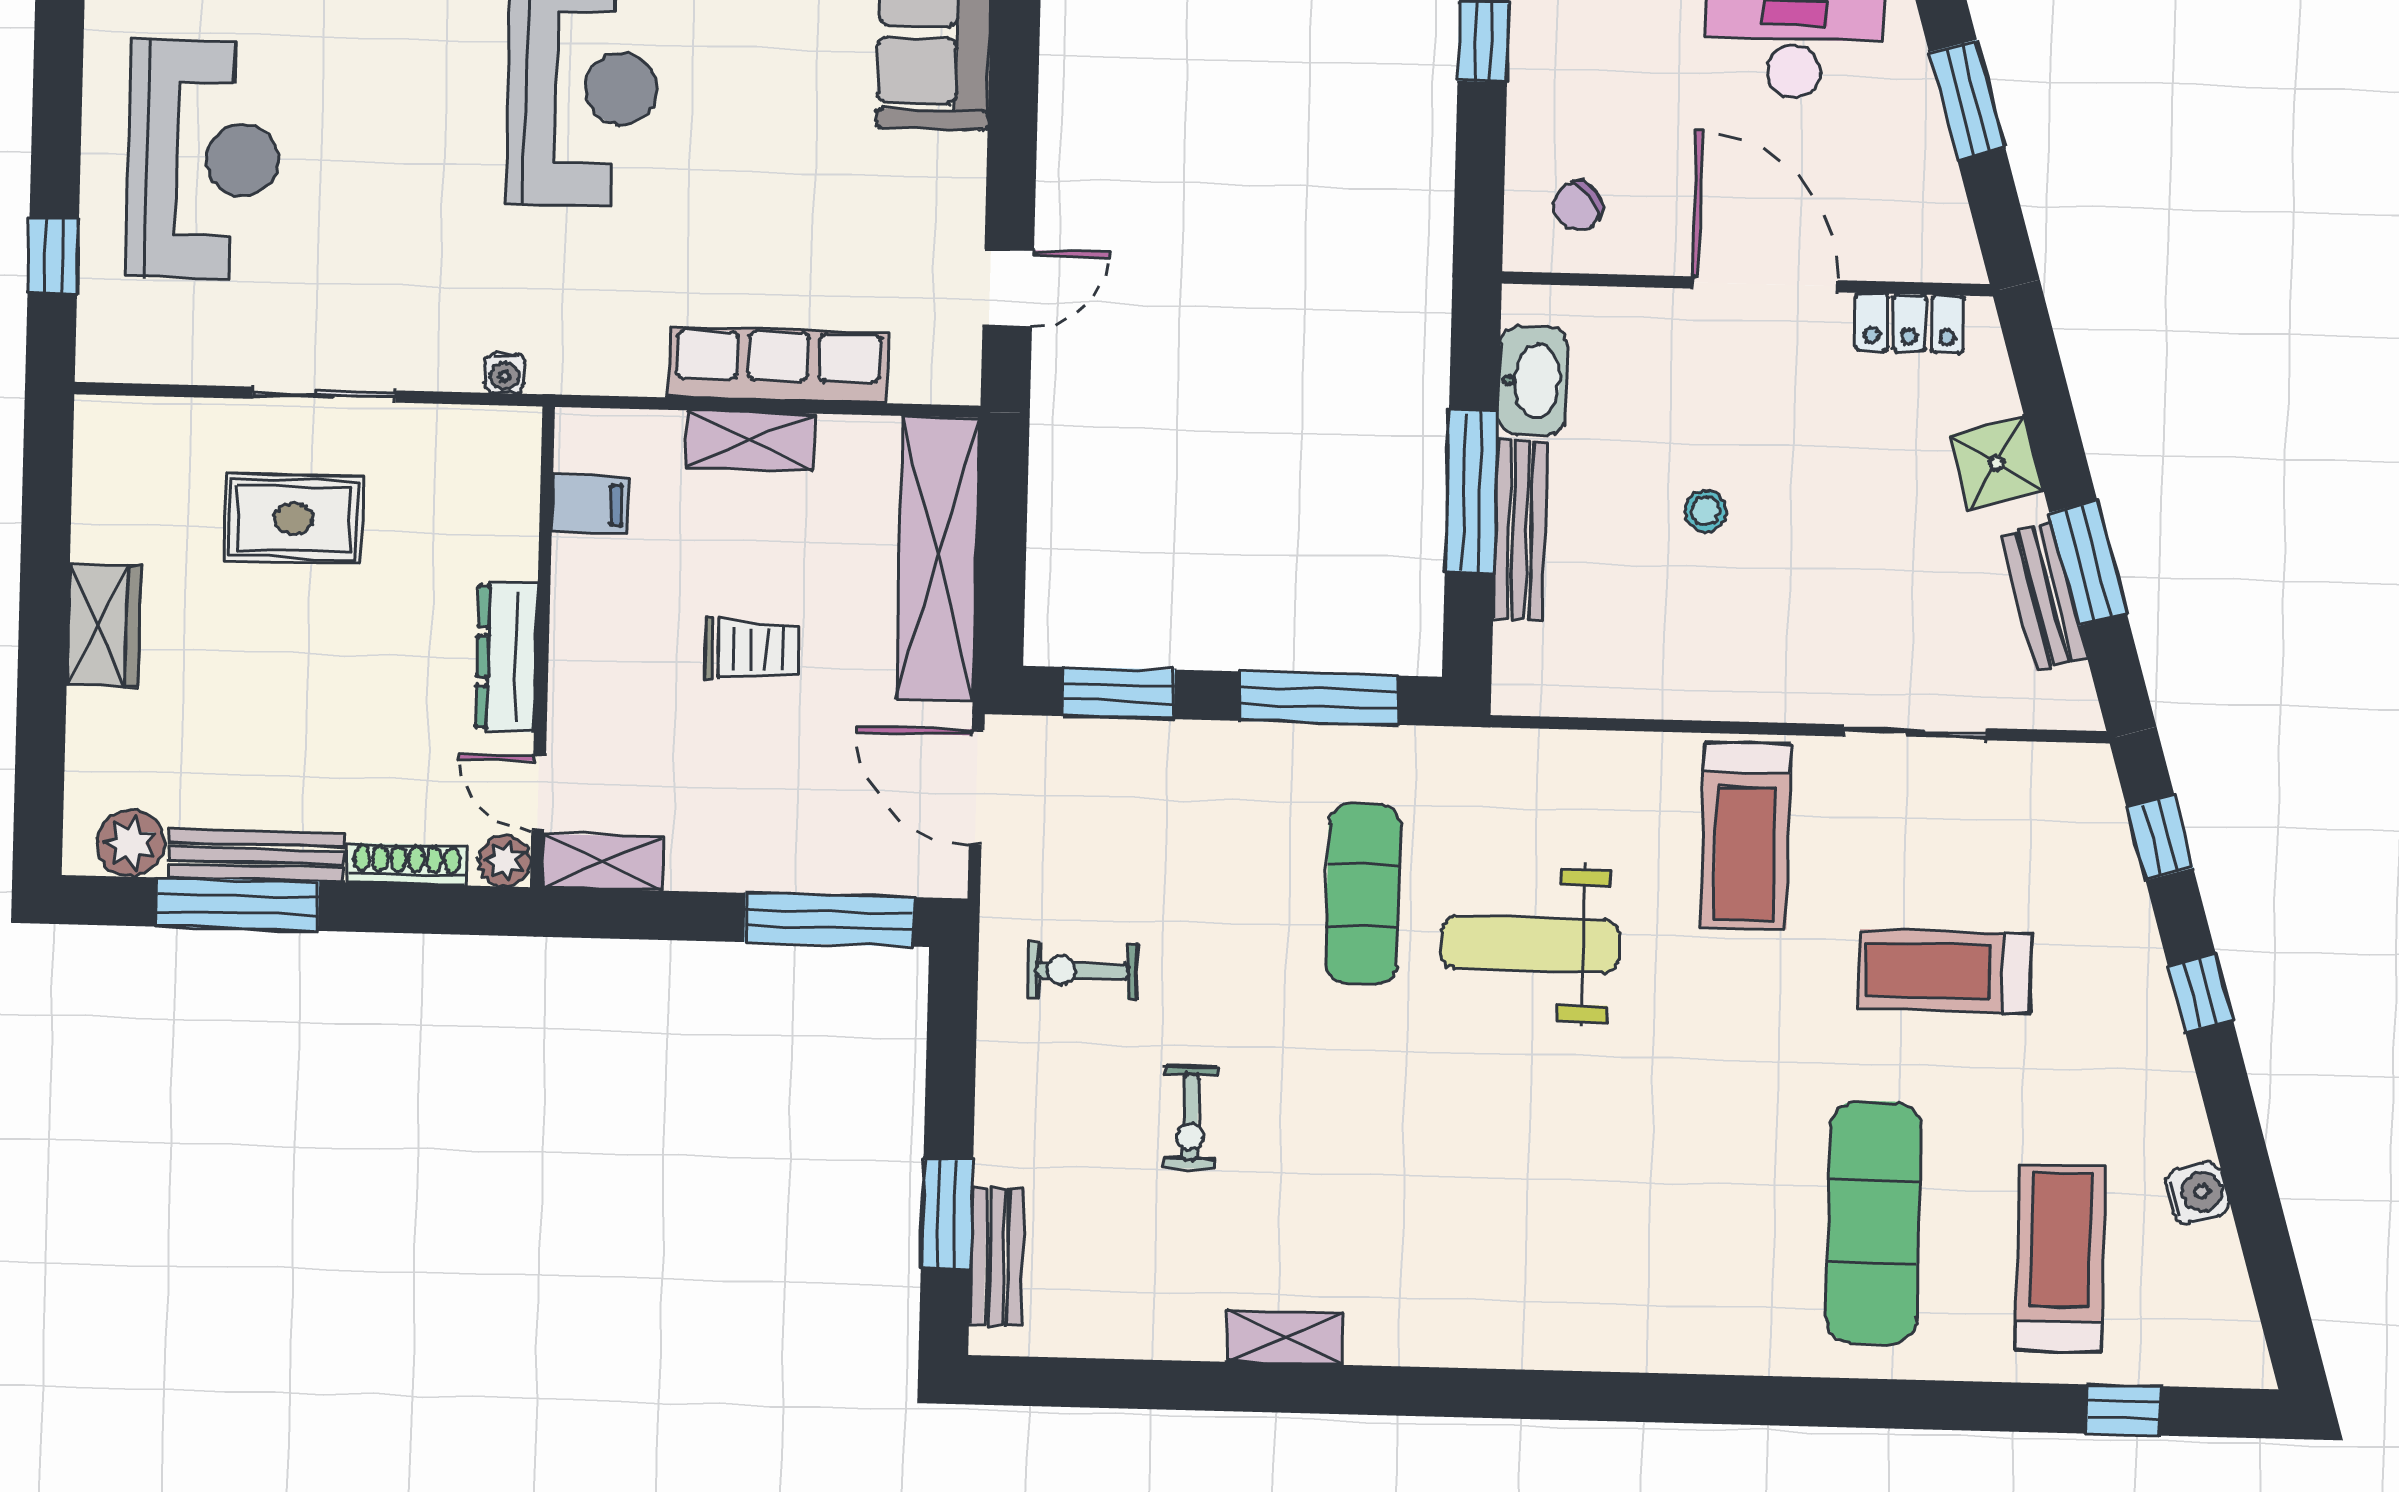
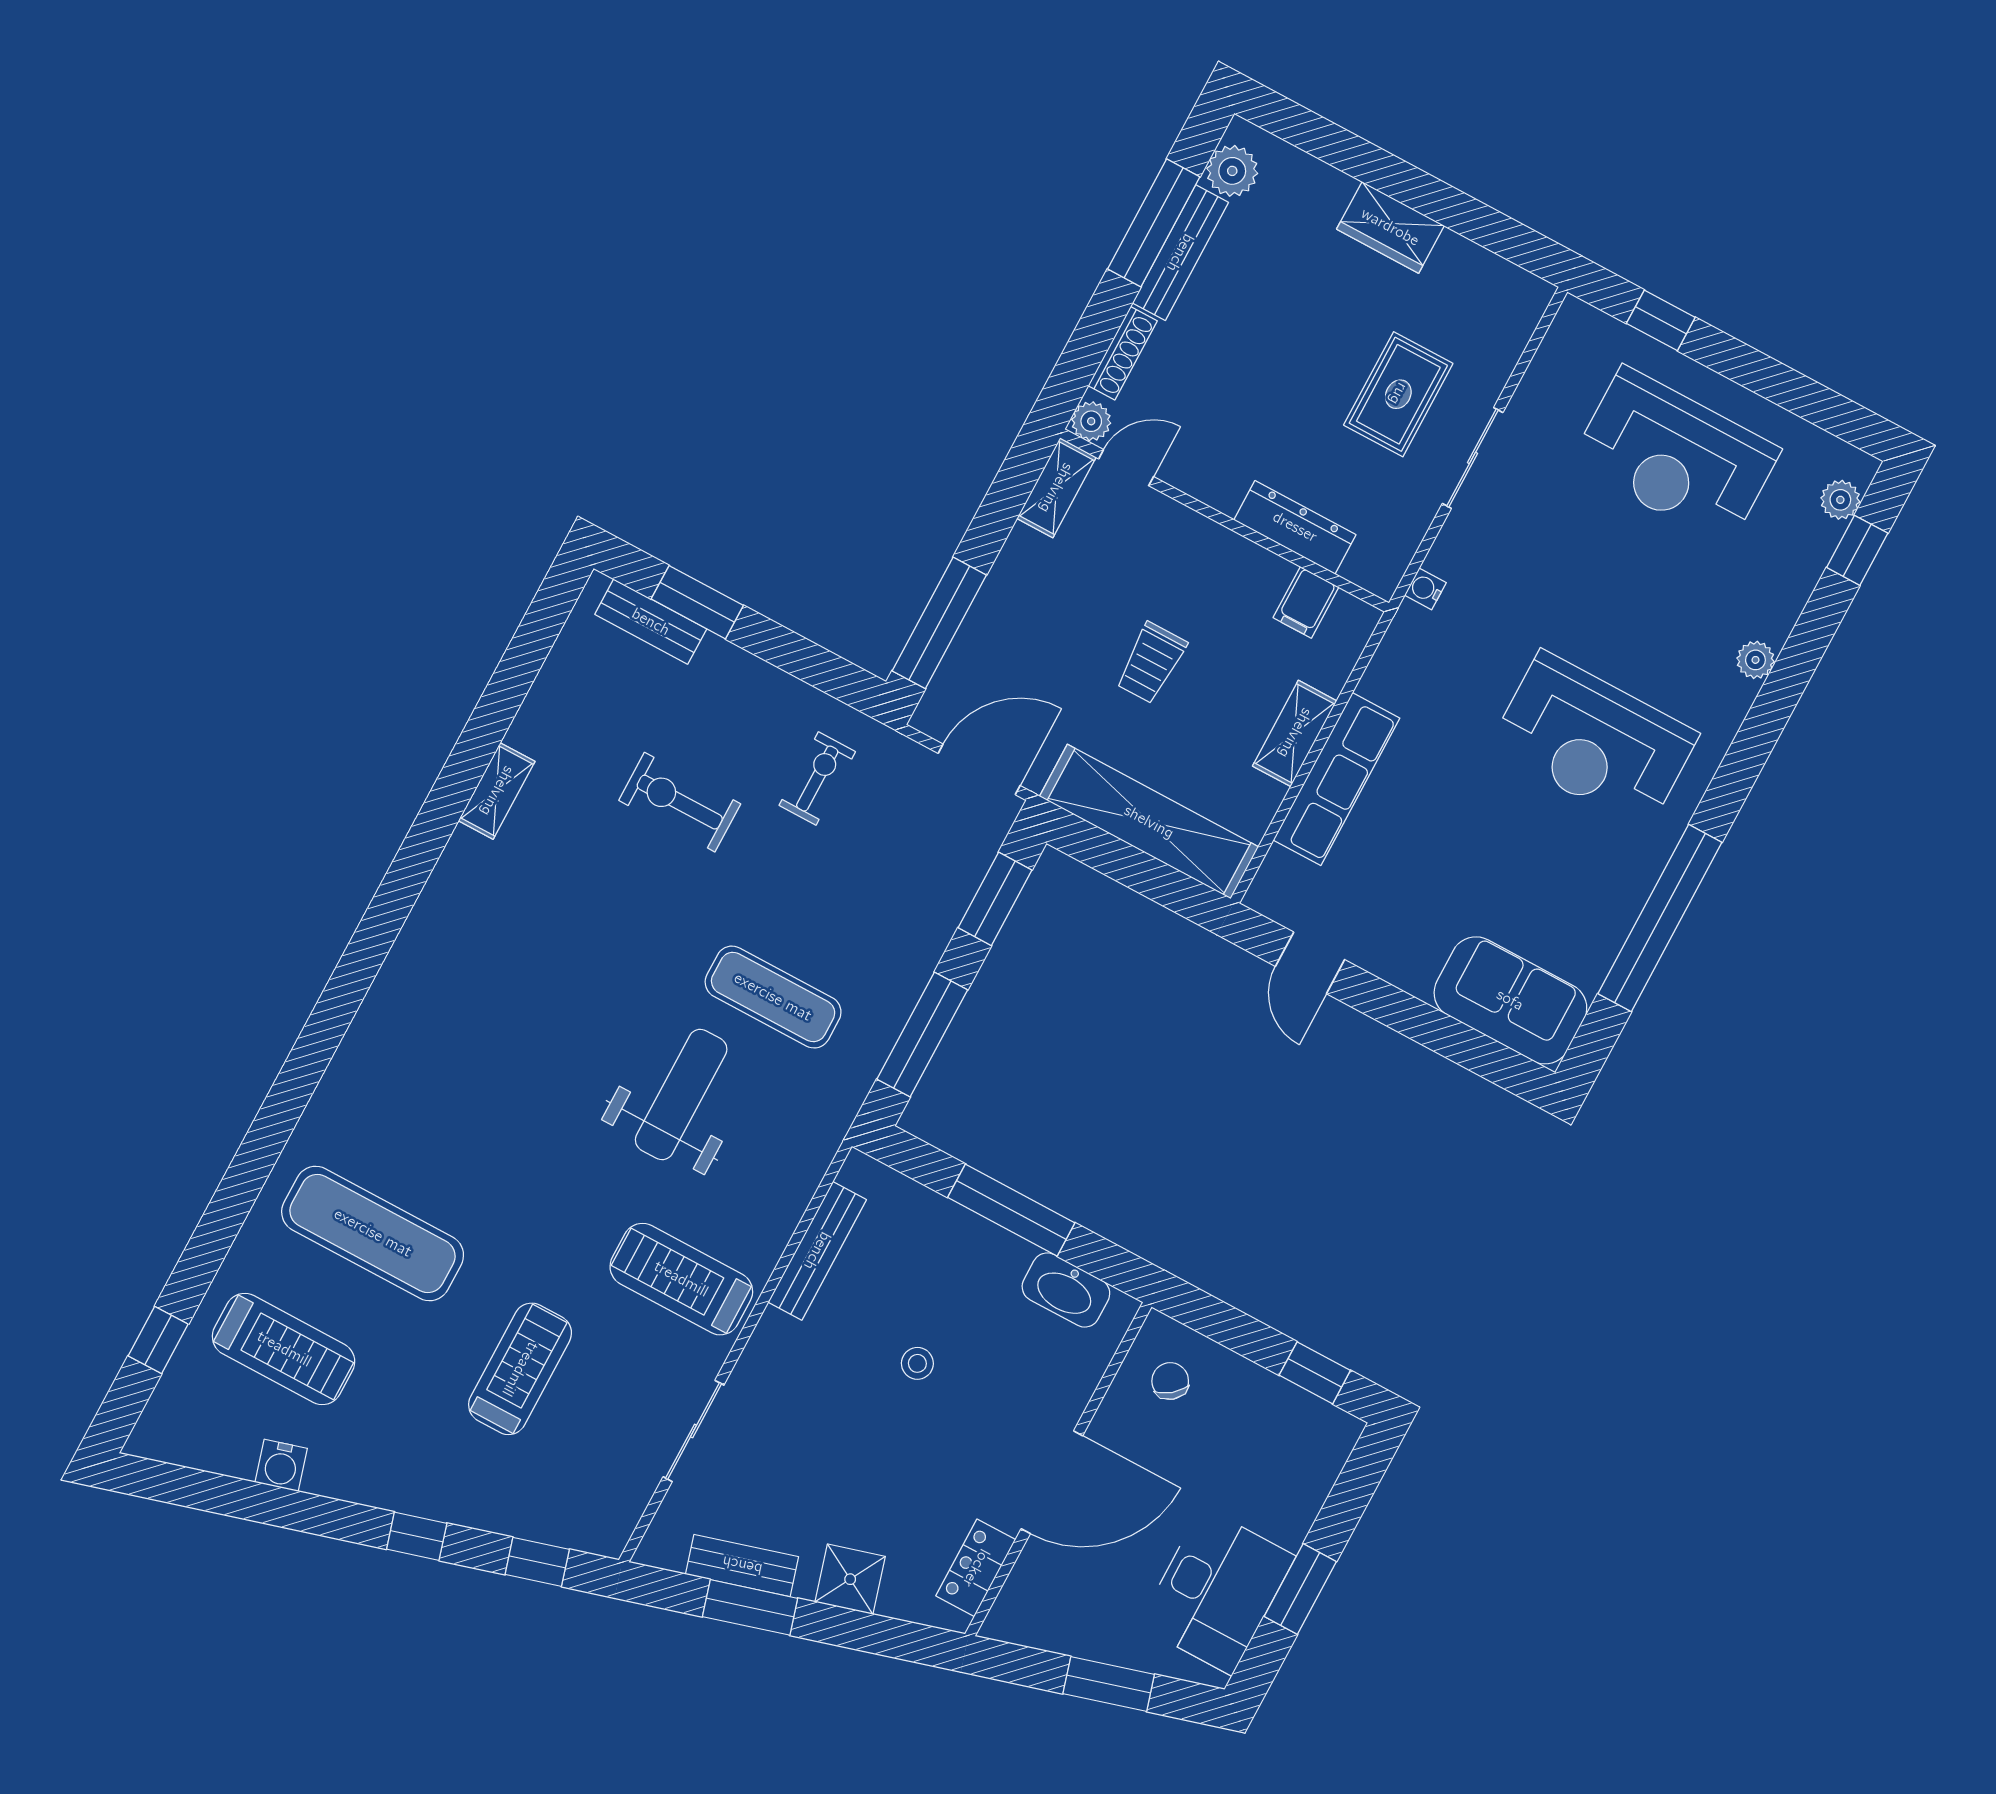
bench: (1520, 530) -> (817, 1251), moved, turned 90
dresser: (507, 657) -> (1295, 527), moved
exercise bike: (1190, 1117) -> (680, 802), width x1.38, depth x1.39

